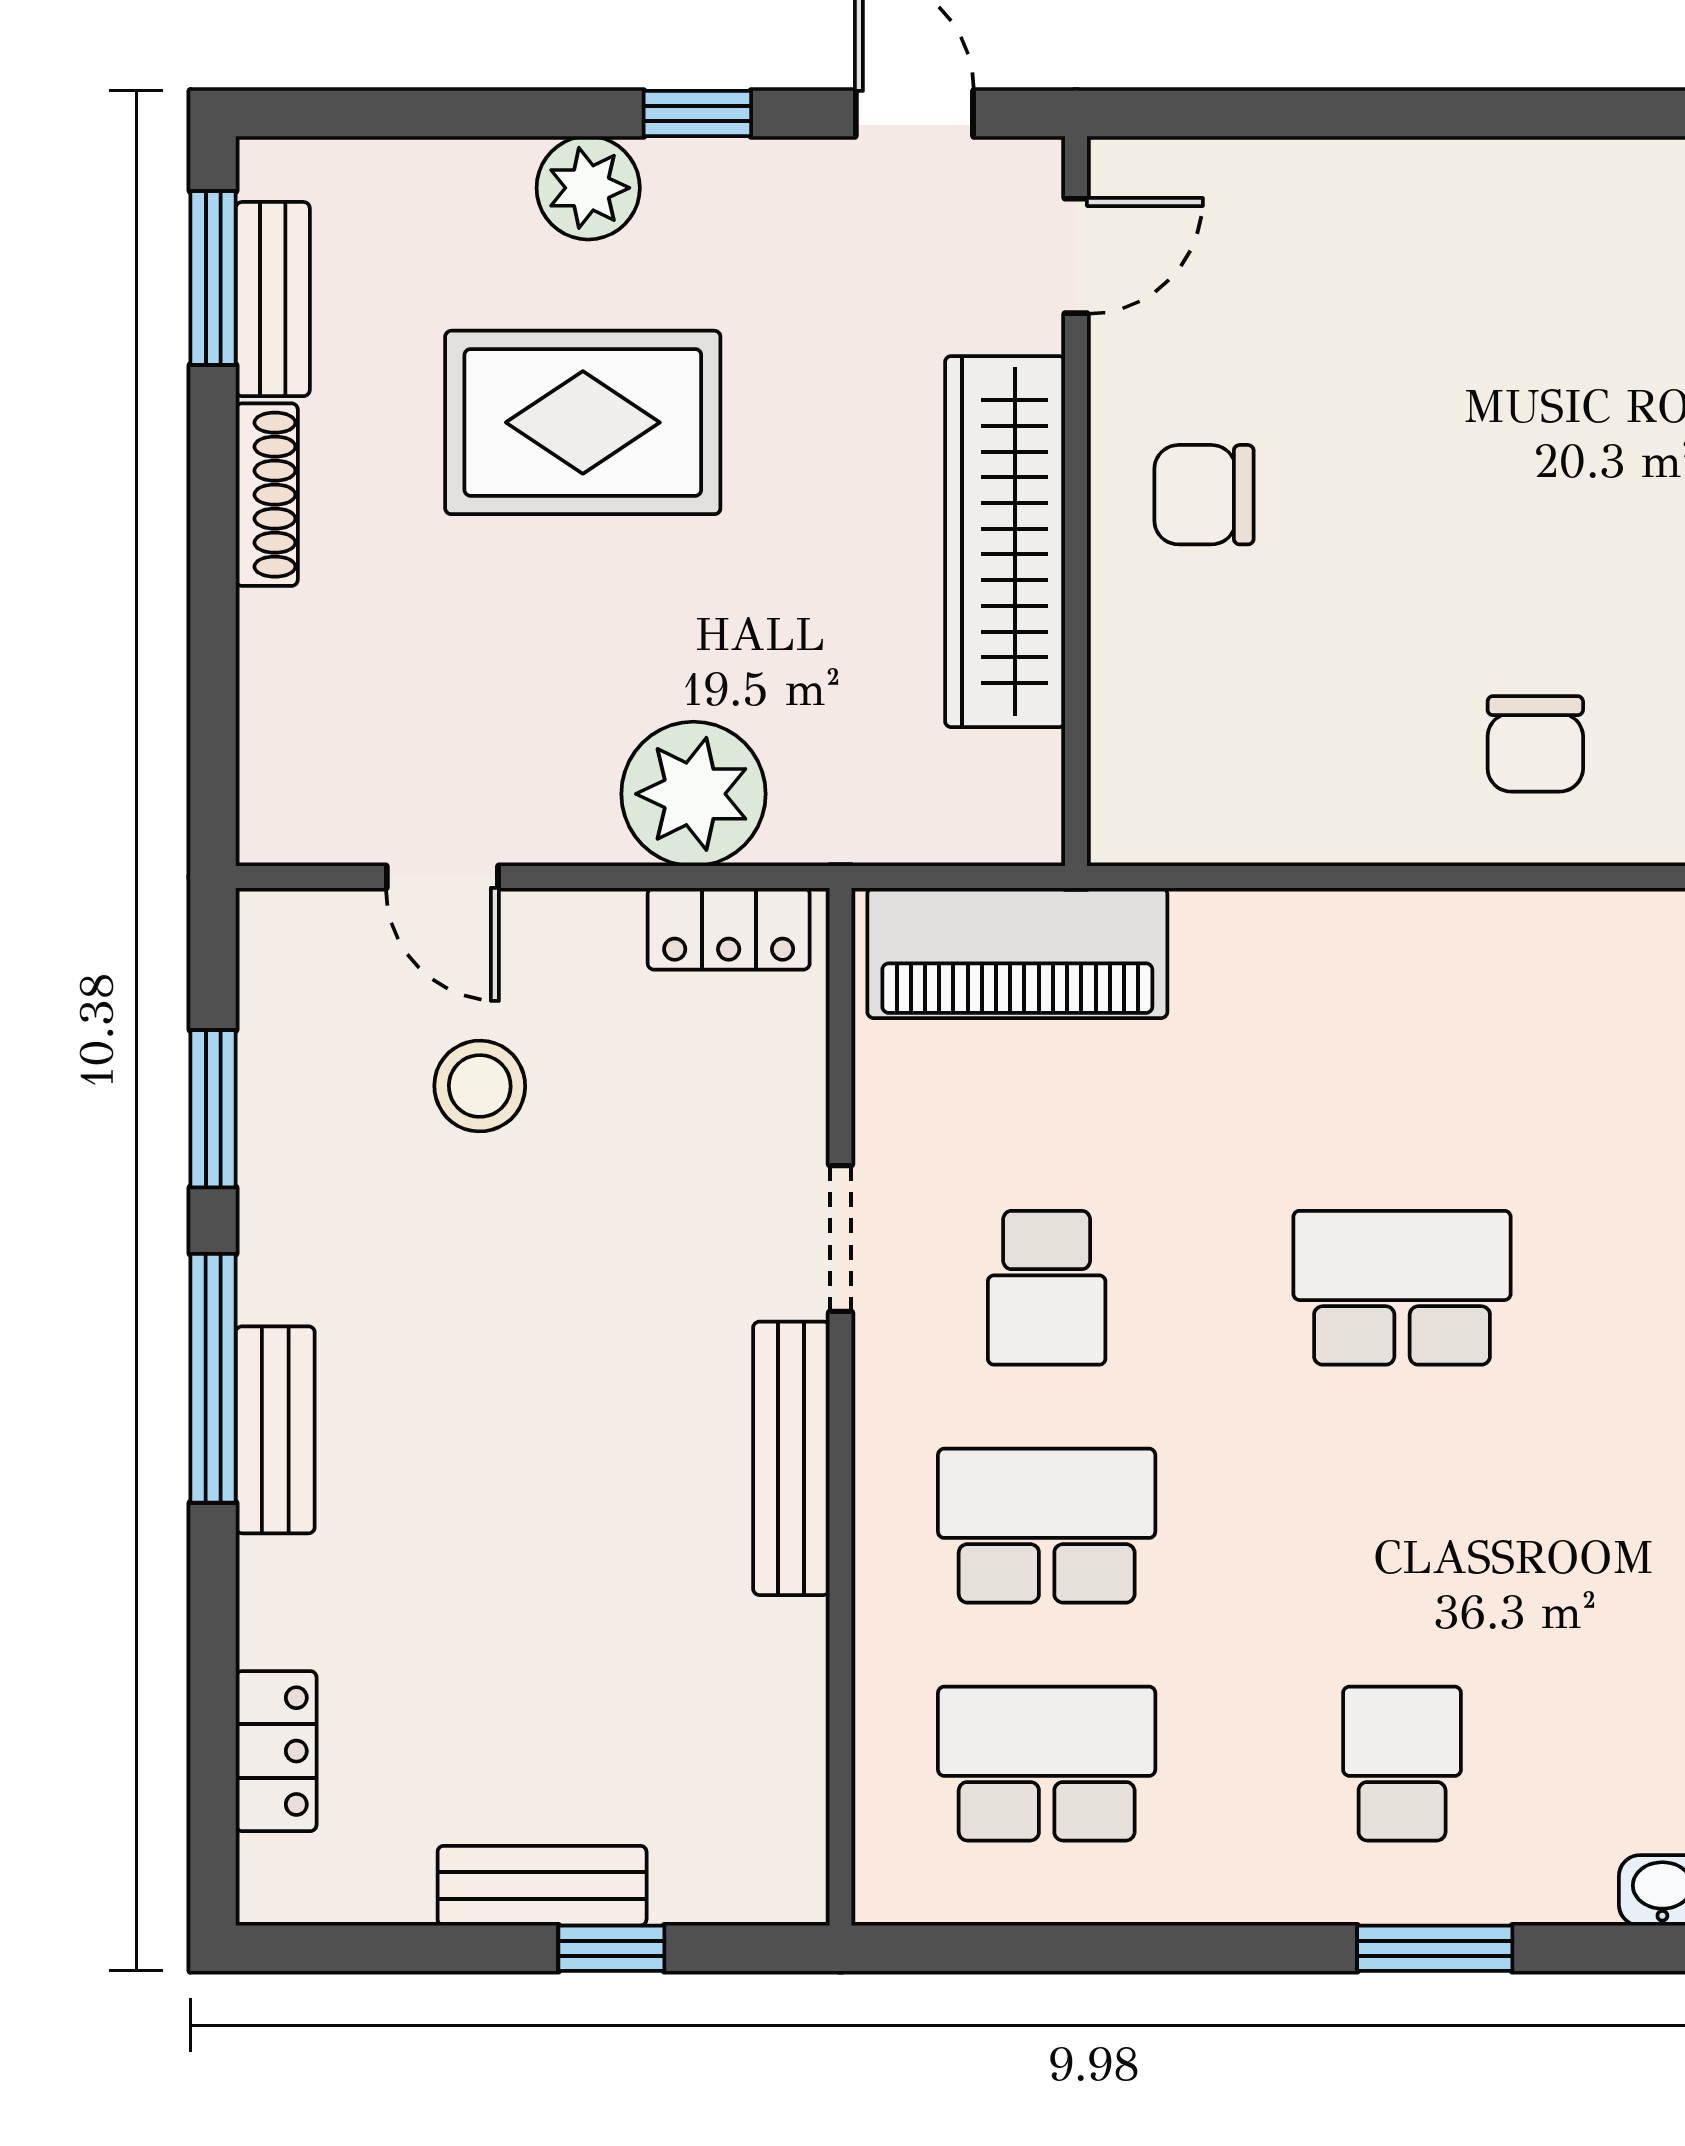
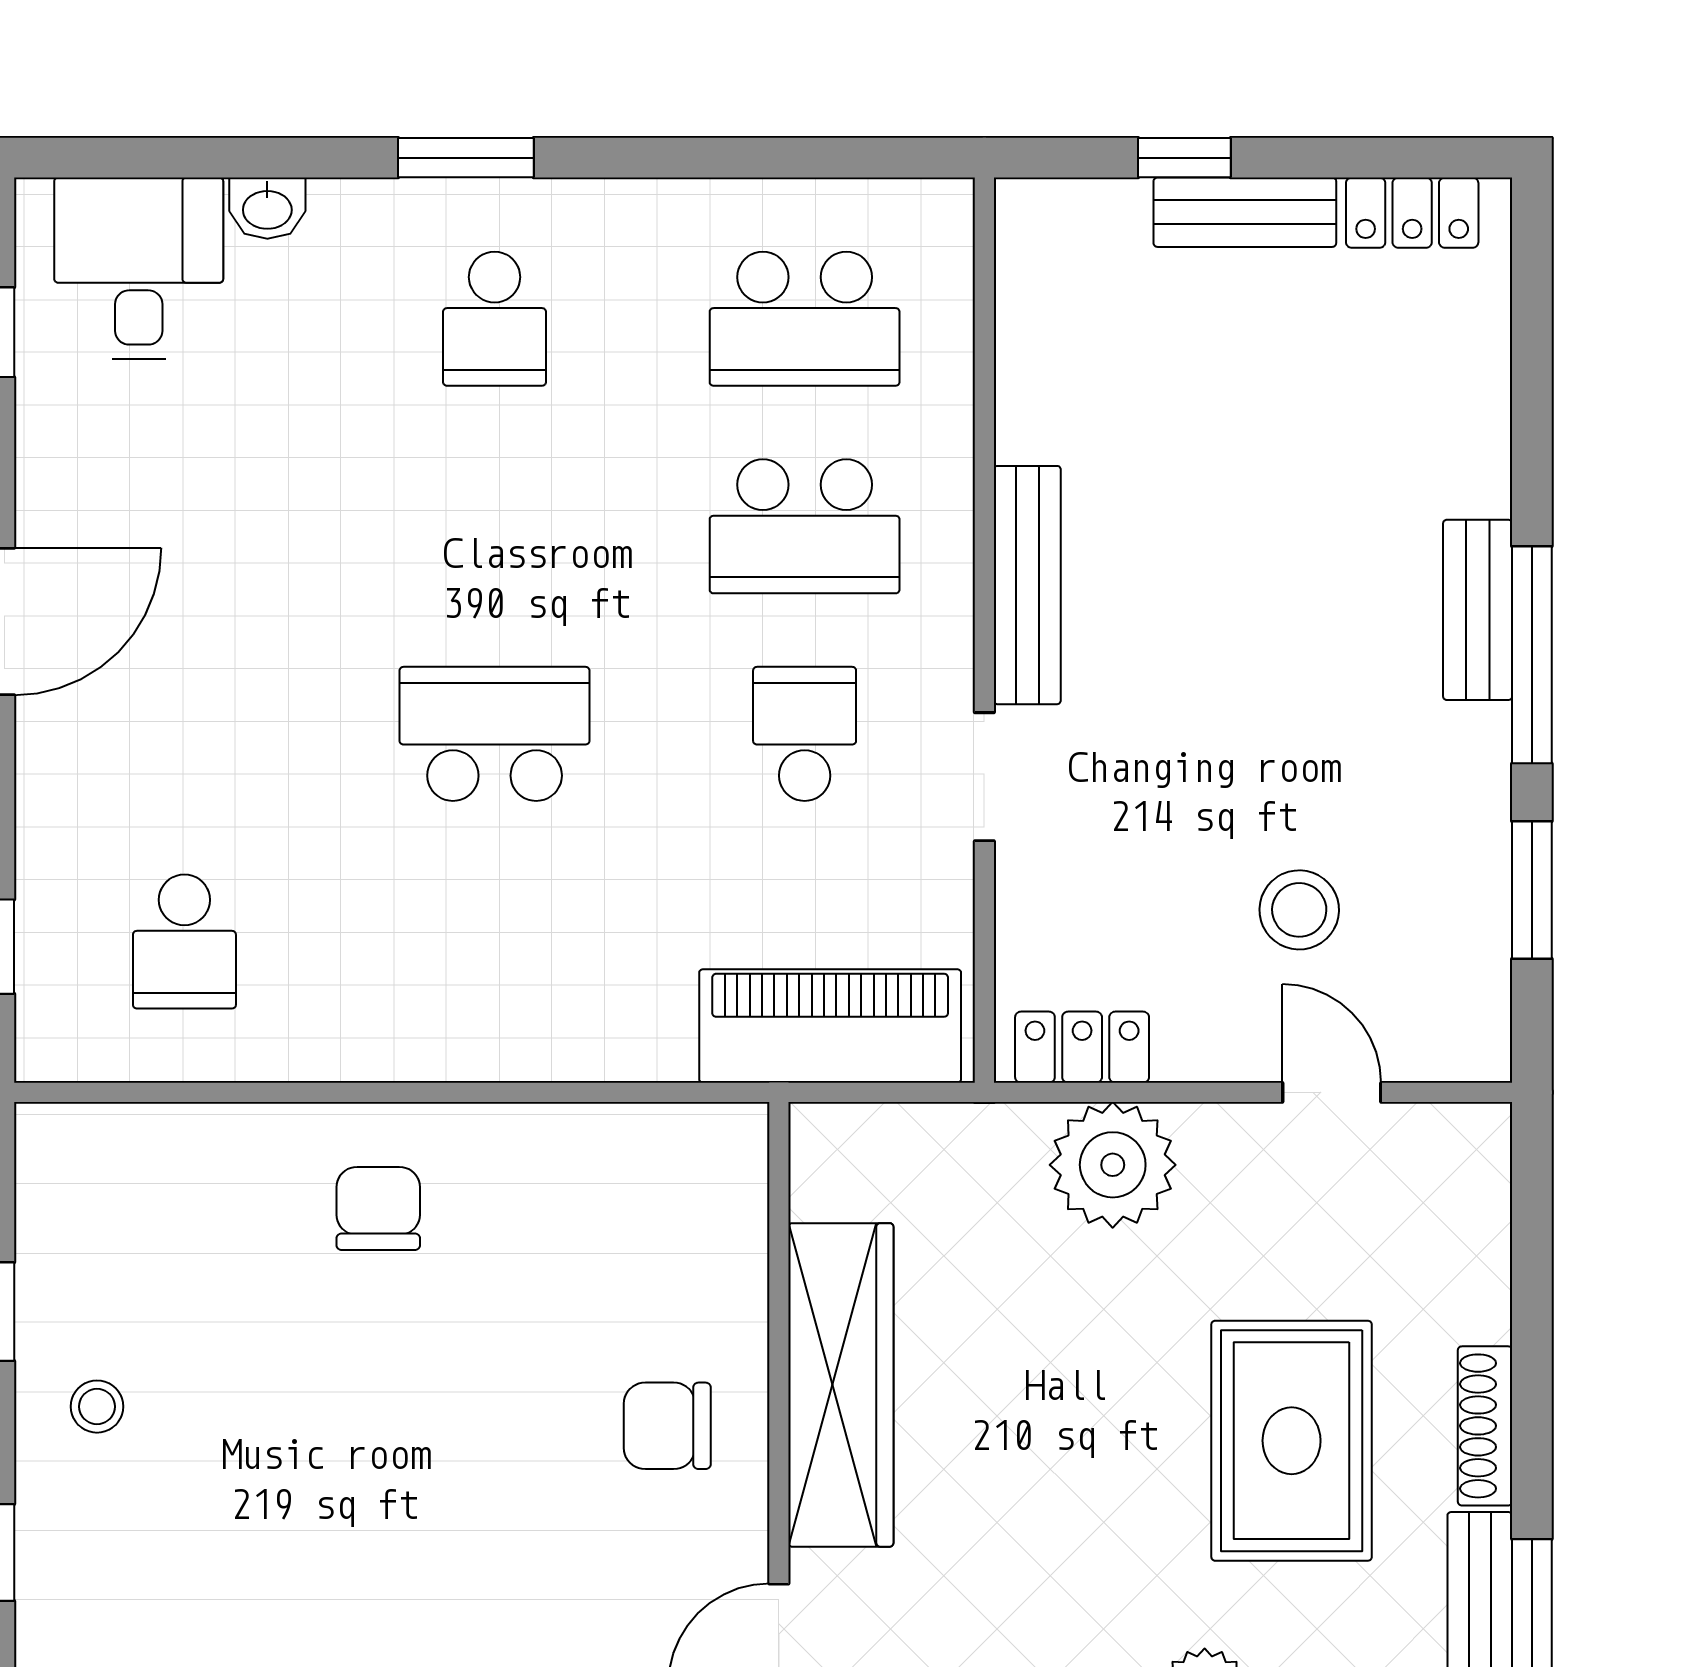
rug: (583, 422) -> (1292, 1441), moved, turned 90
chair: (1204, 495) -> (667, 1426), turned 180
school desk: (1402, 1288) -> (495, 734), turned 180
locker: (276, 1751) -> (1412, 213), moved, turned -90

